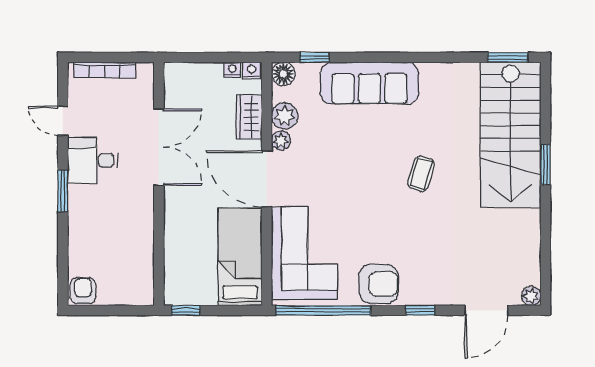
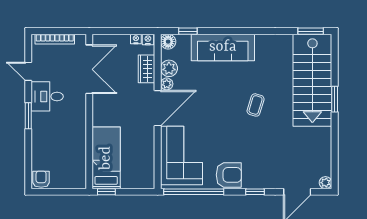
double door: (159, 147) -> (89, 69), moved
door: (267, 179) -> (158, 108), swing flipped
bed: (240, 257) -> (106, 158), moved

